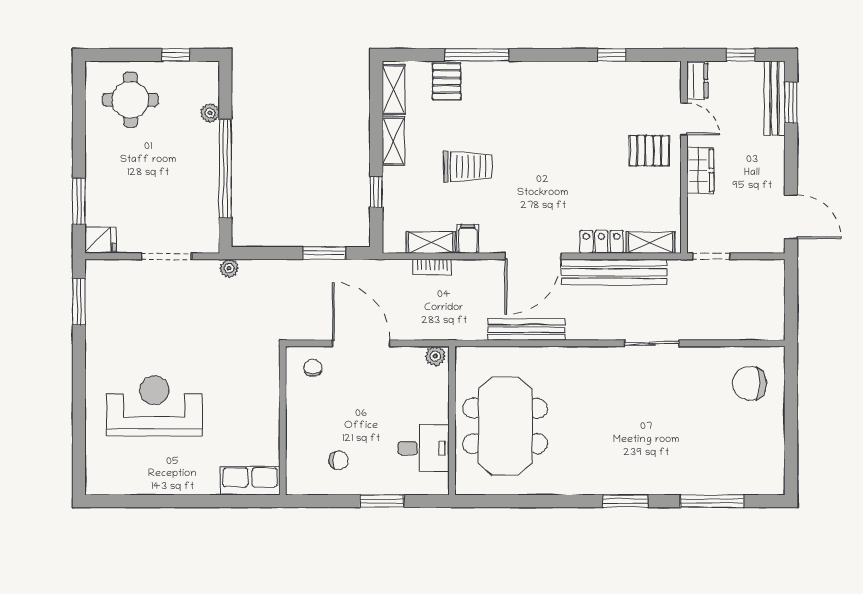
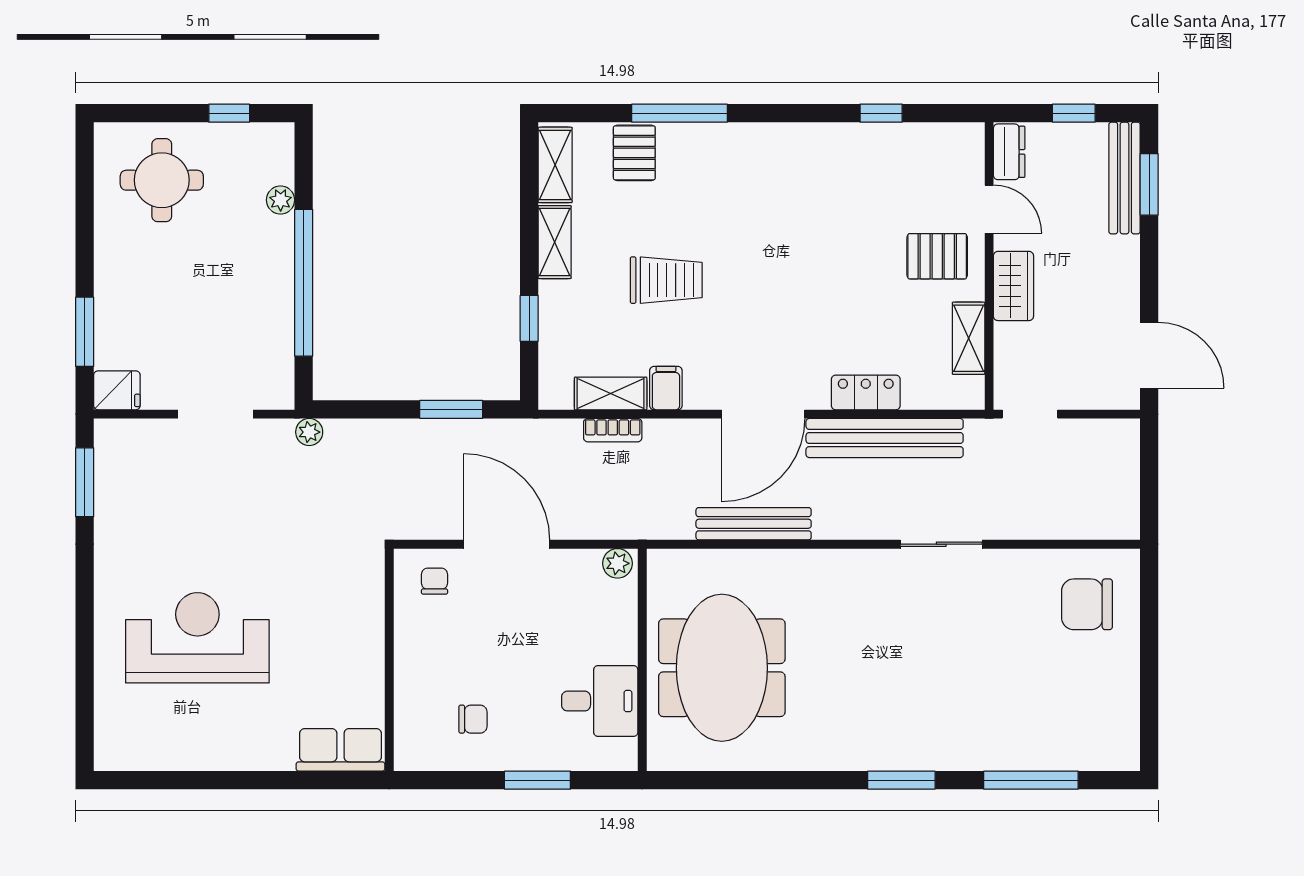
shelving: (650, 242) -> (969, 338), moved, turned 90

